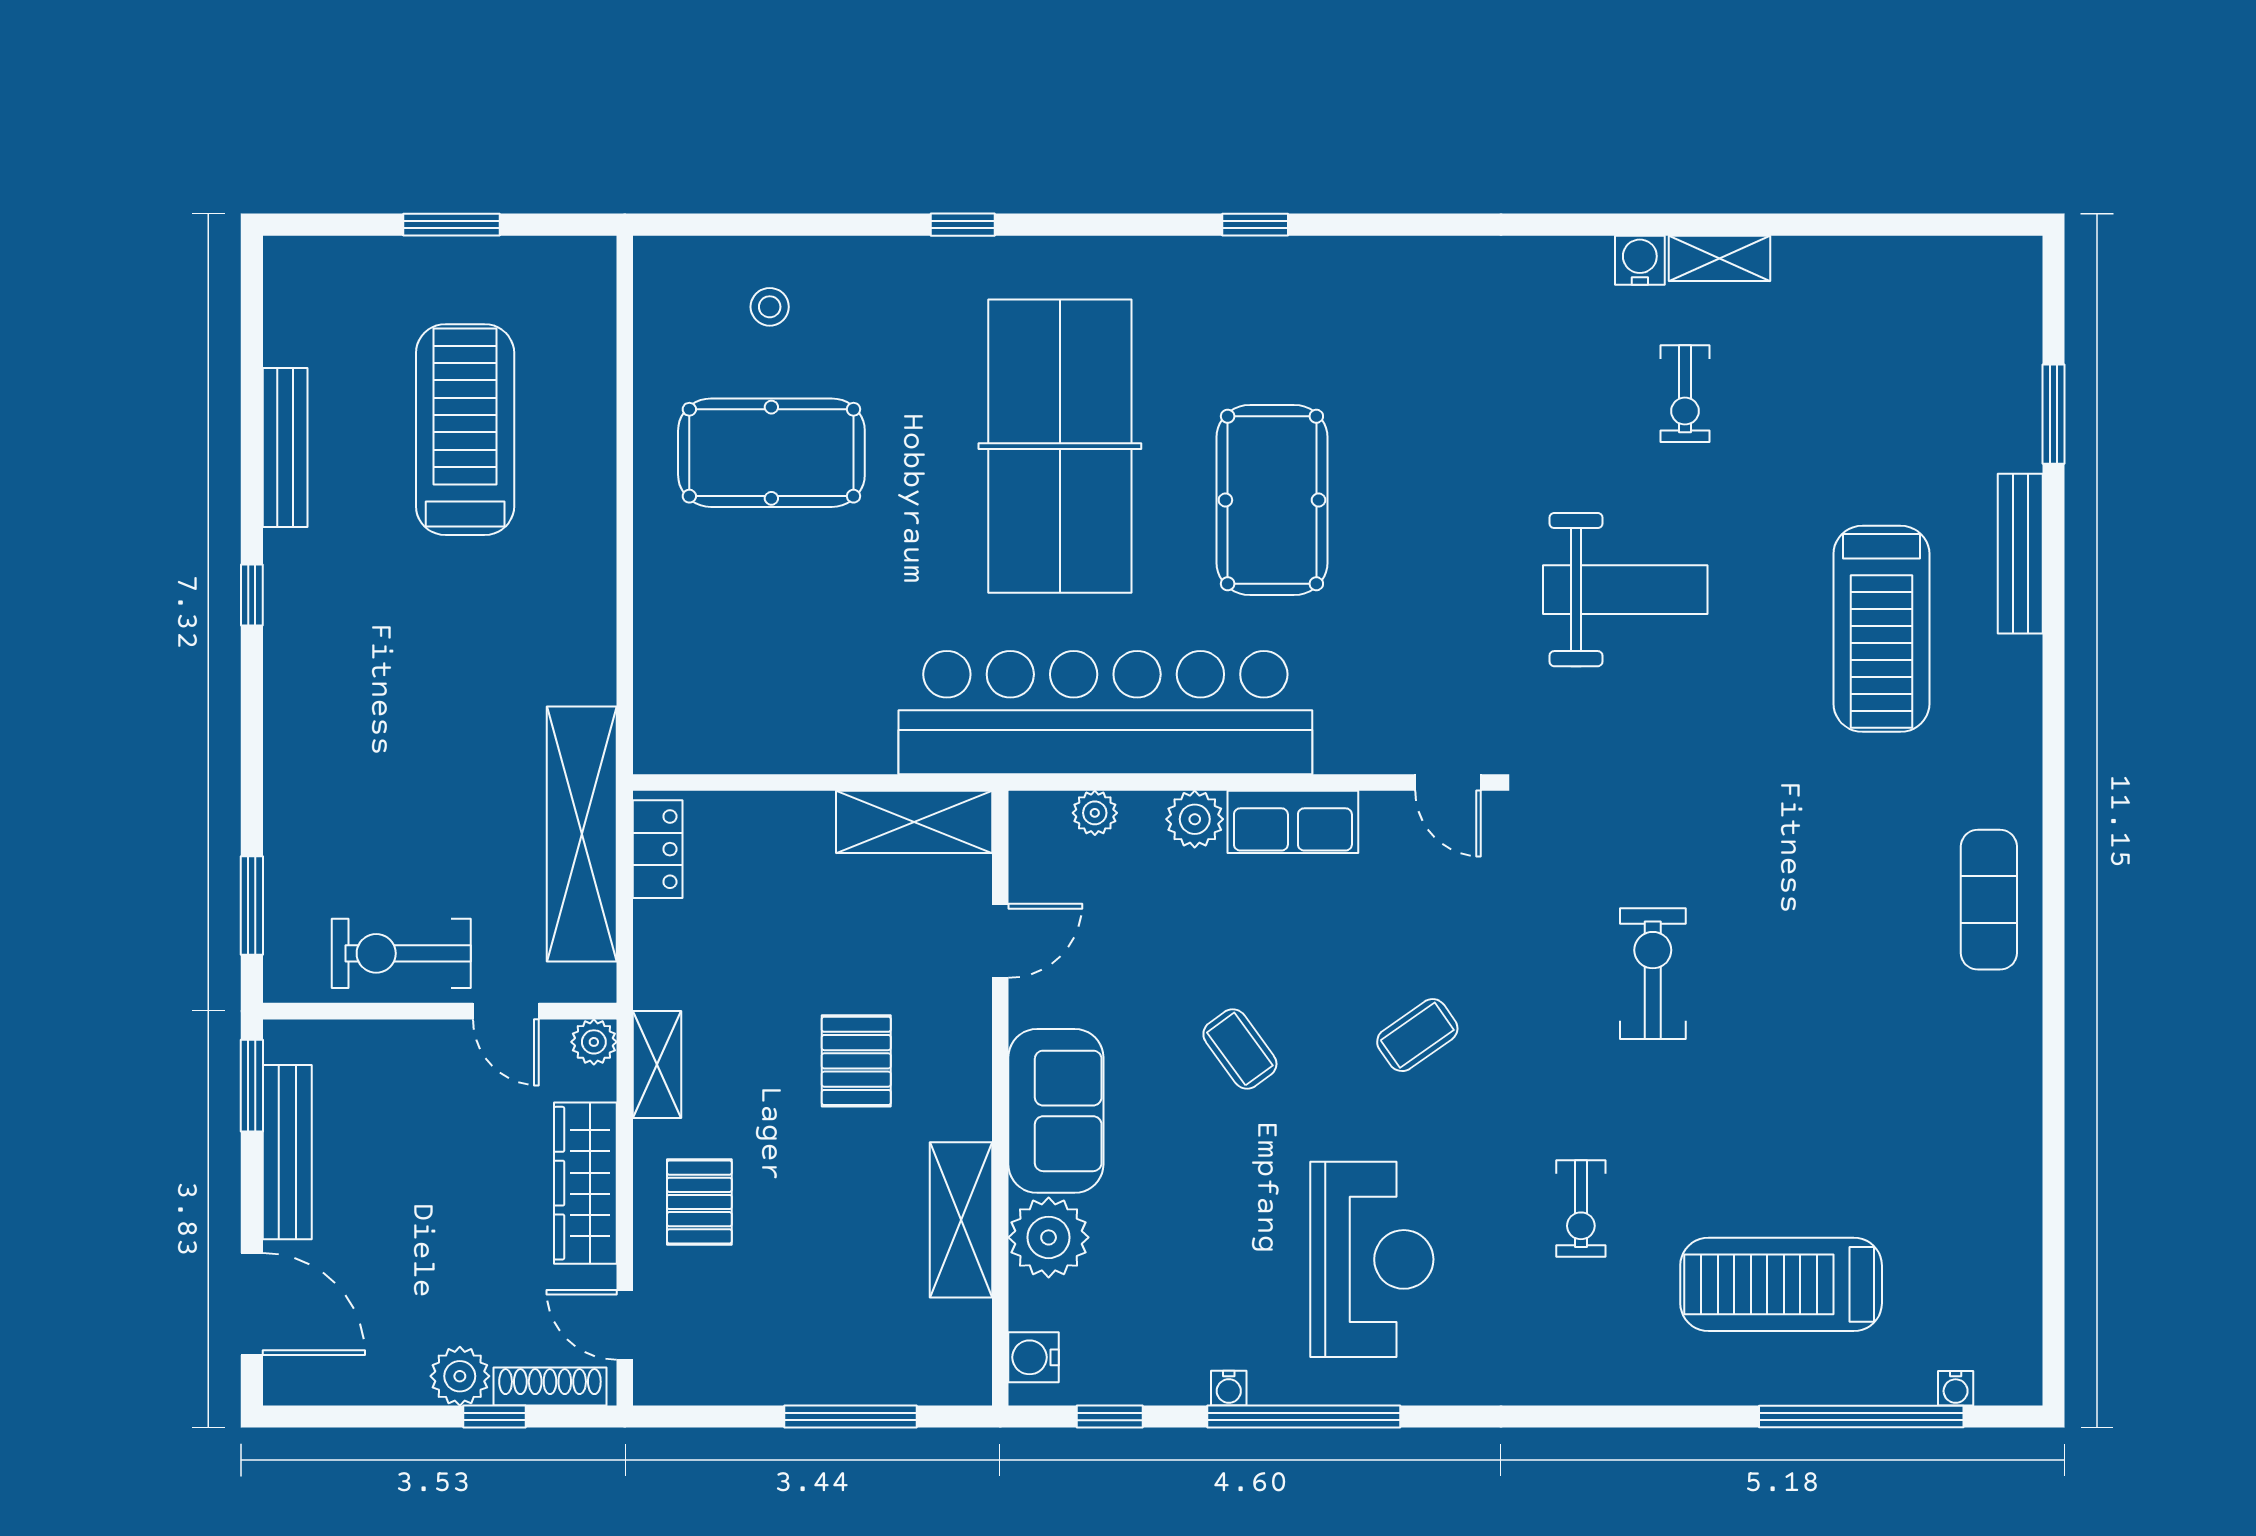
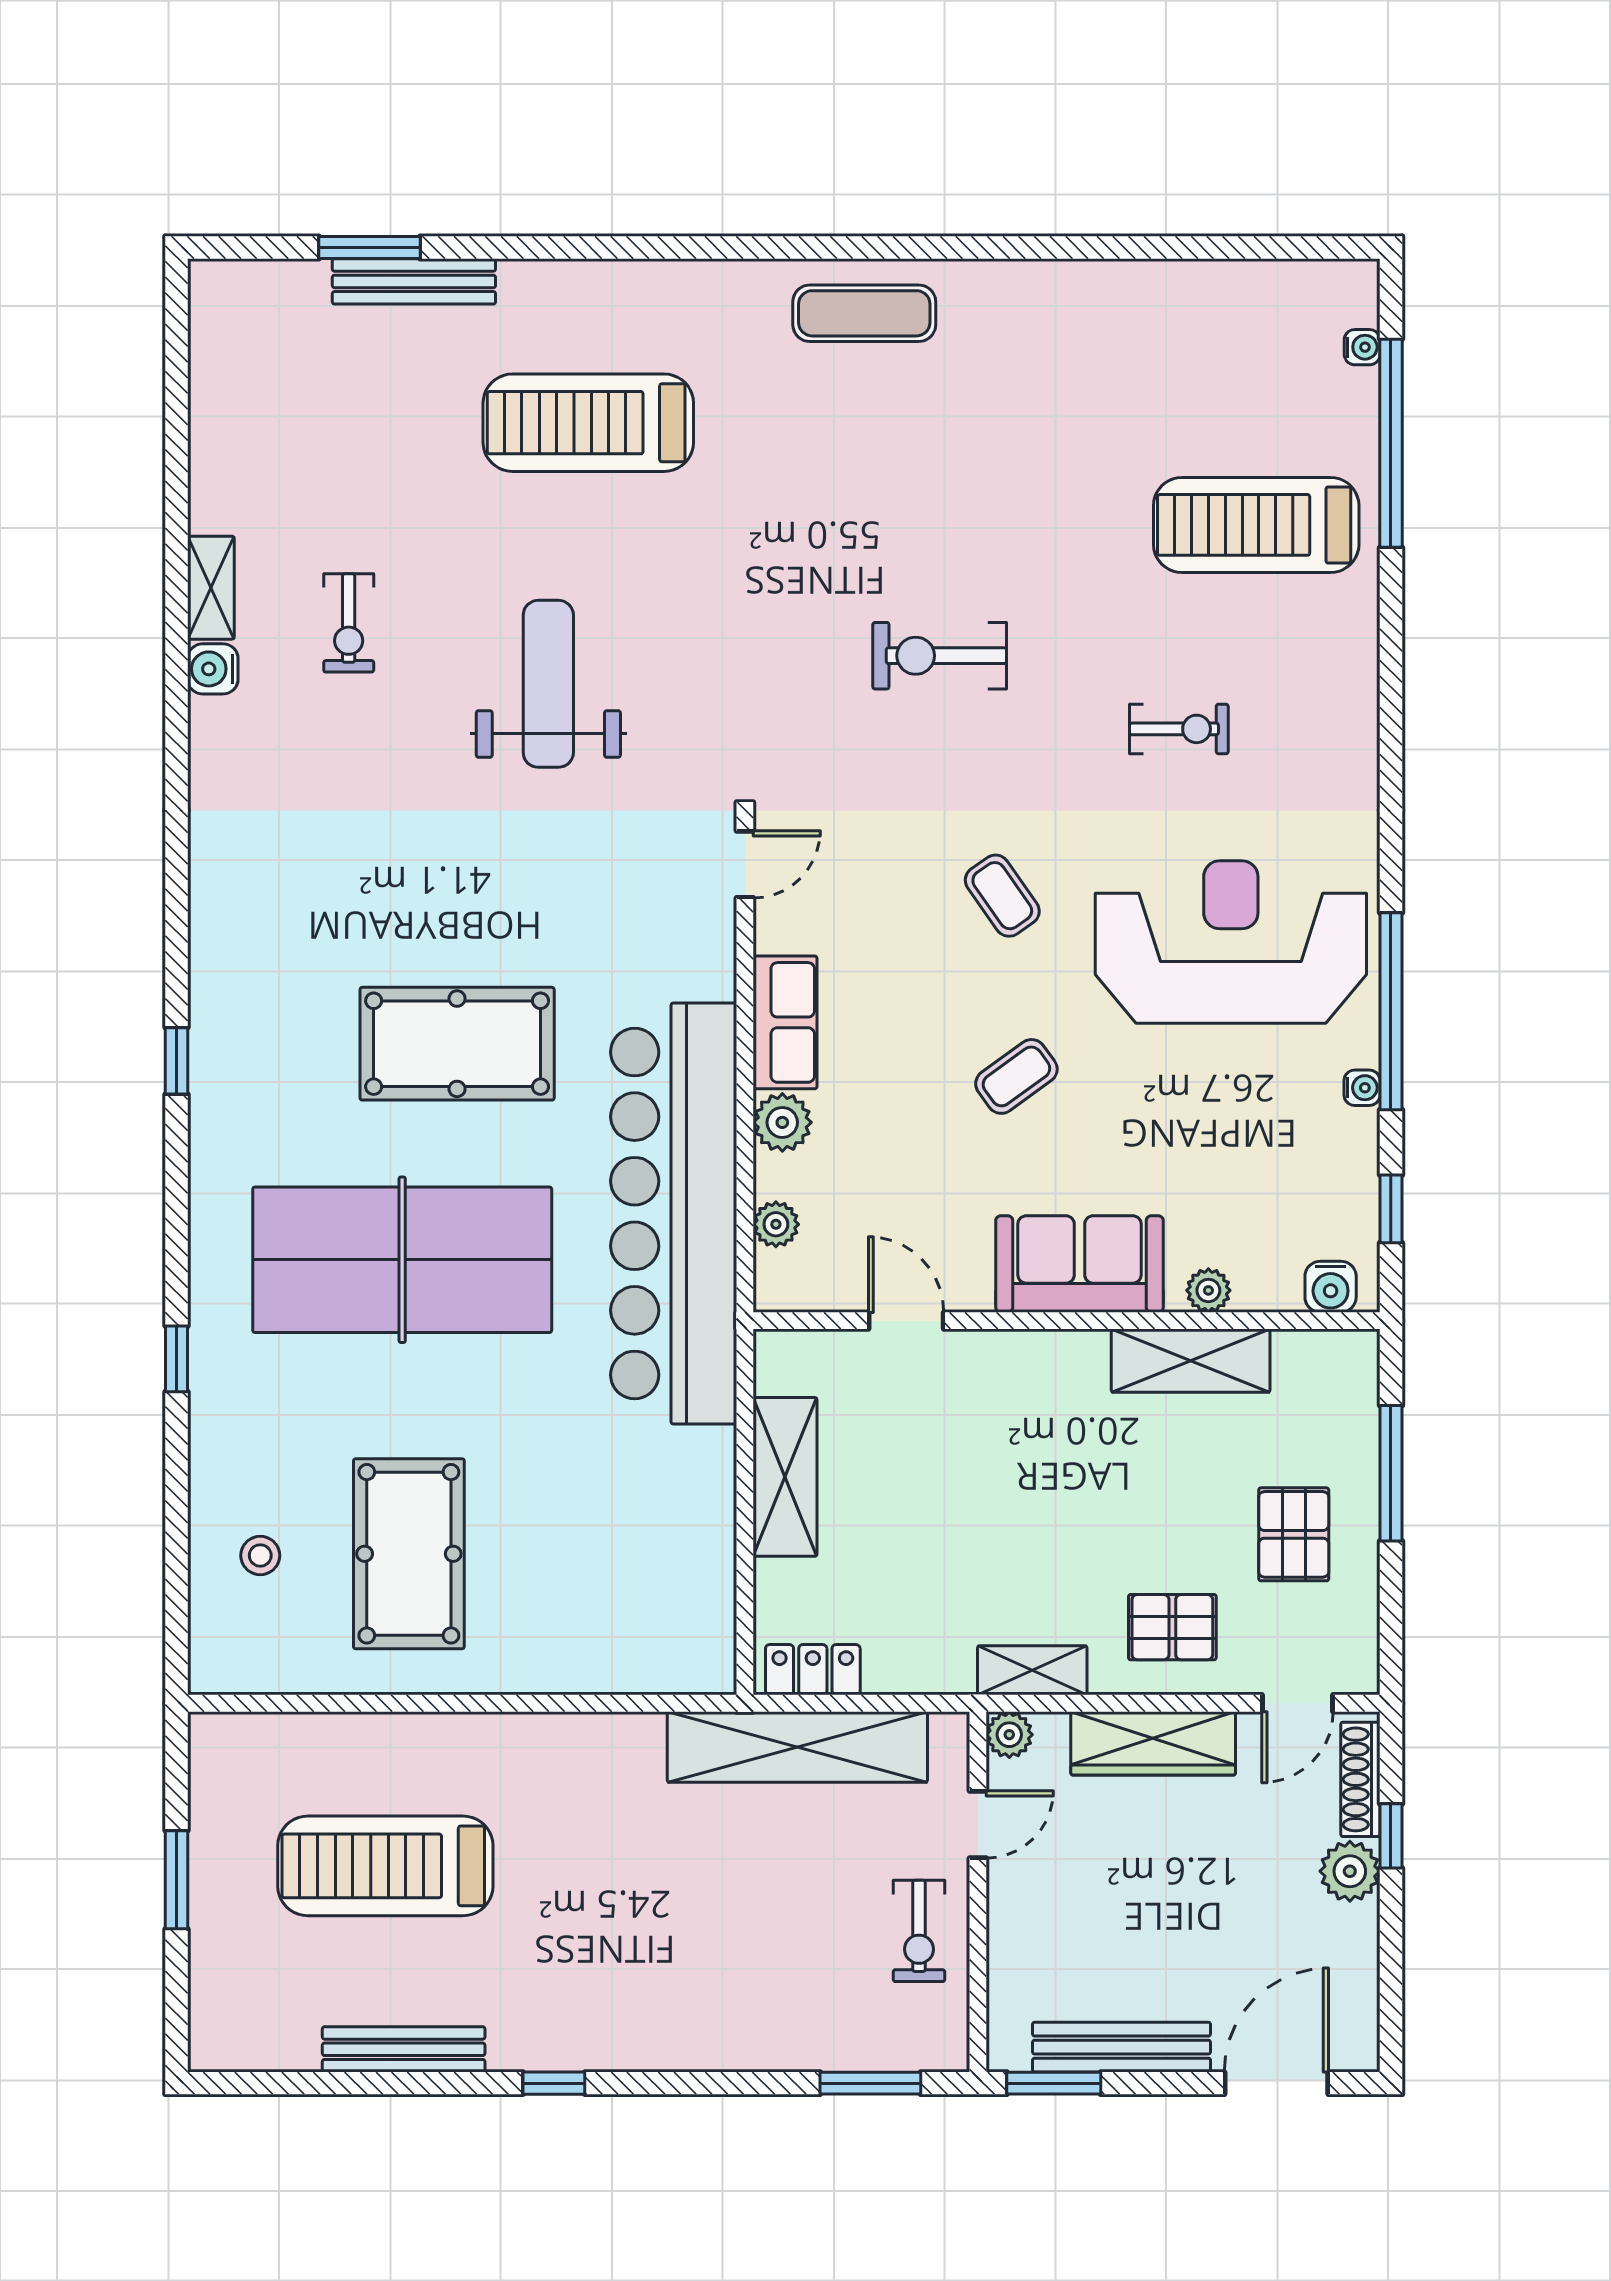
exercise bike: (1685, 394) -> (349, 623), turned 90
bench: (2020, 554) -> (414, 281), moved
treadmill: (1881, 629) -> (588, 423), turned 180
shelving: (914, 822) -> (785, 1477), moved
exercise bike: (401, 953) -> (919, 1931), width x0.73, depth x0.72
pallet: (856, 1061) -> (1294, 1534), moved, turned 90
plant: (1049, 1237) -> (1208, 1290), width x0.53, depth x0.53
reception desk: (1372, 1259) -> (1231, 942), width x1.36, depth x1.30
treadmill: (1781, 1284) -> (1256, 525), turned 90

